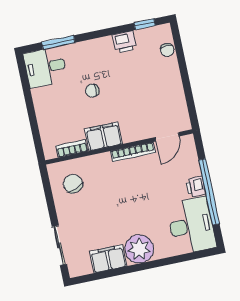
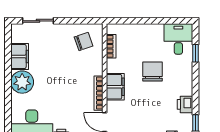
window: (58, 42) -> (195, 53), width x0.67
chair: (92, 91) -> (153, 72), width x1.87, depth x1.87
filing cabinet: (103, 136) -> (115, 87), moved

